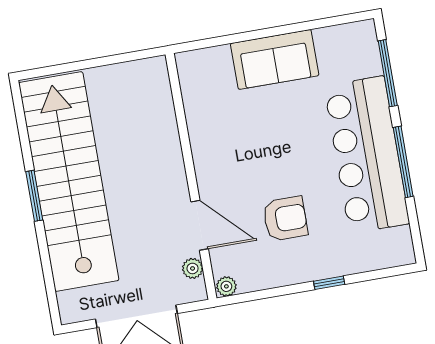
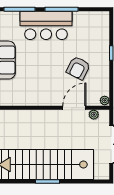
bar counter: (367, 155) -> (46, 25), width x0.73
armchair: (285, 219) -> (78, 68), turned -153

